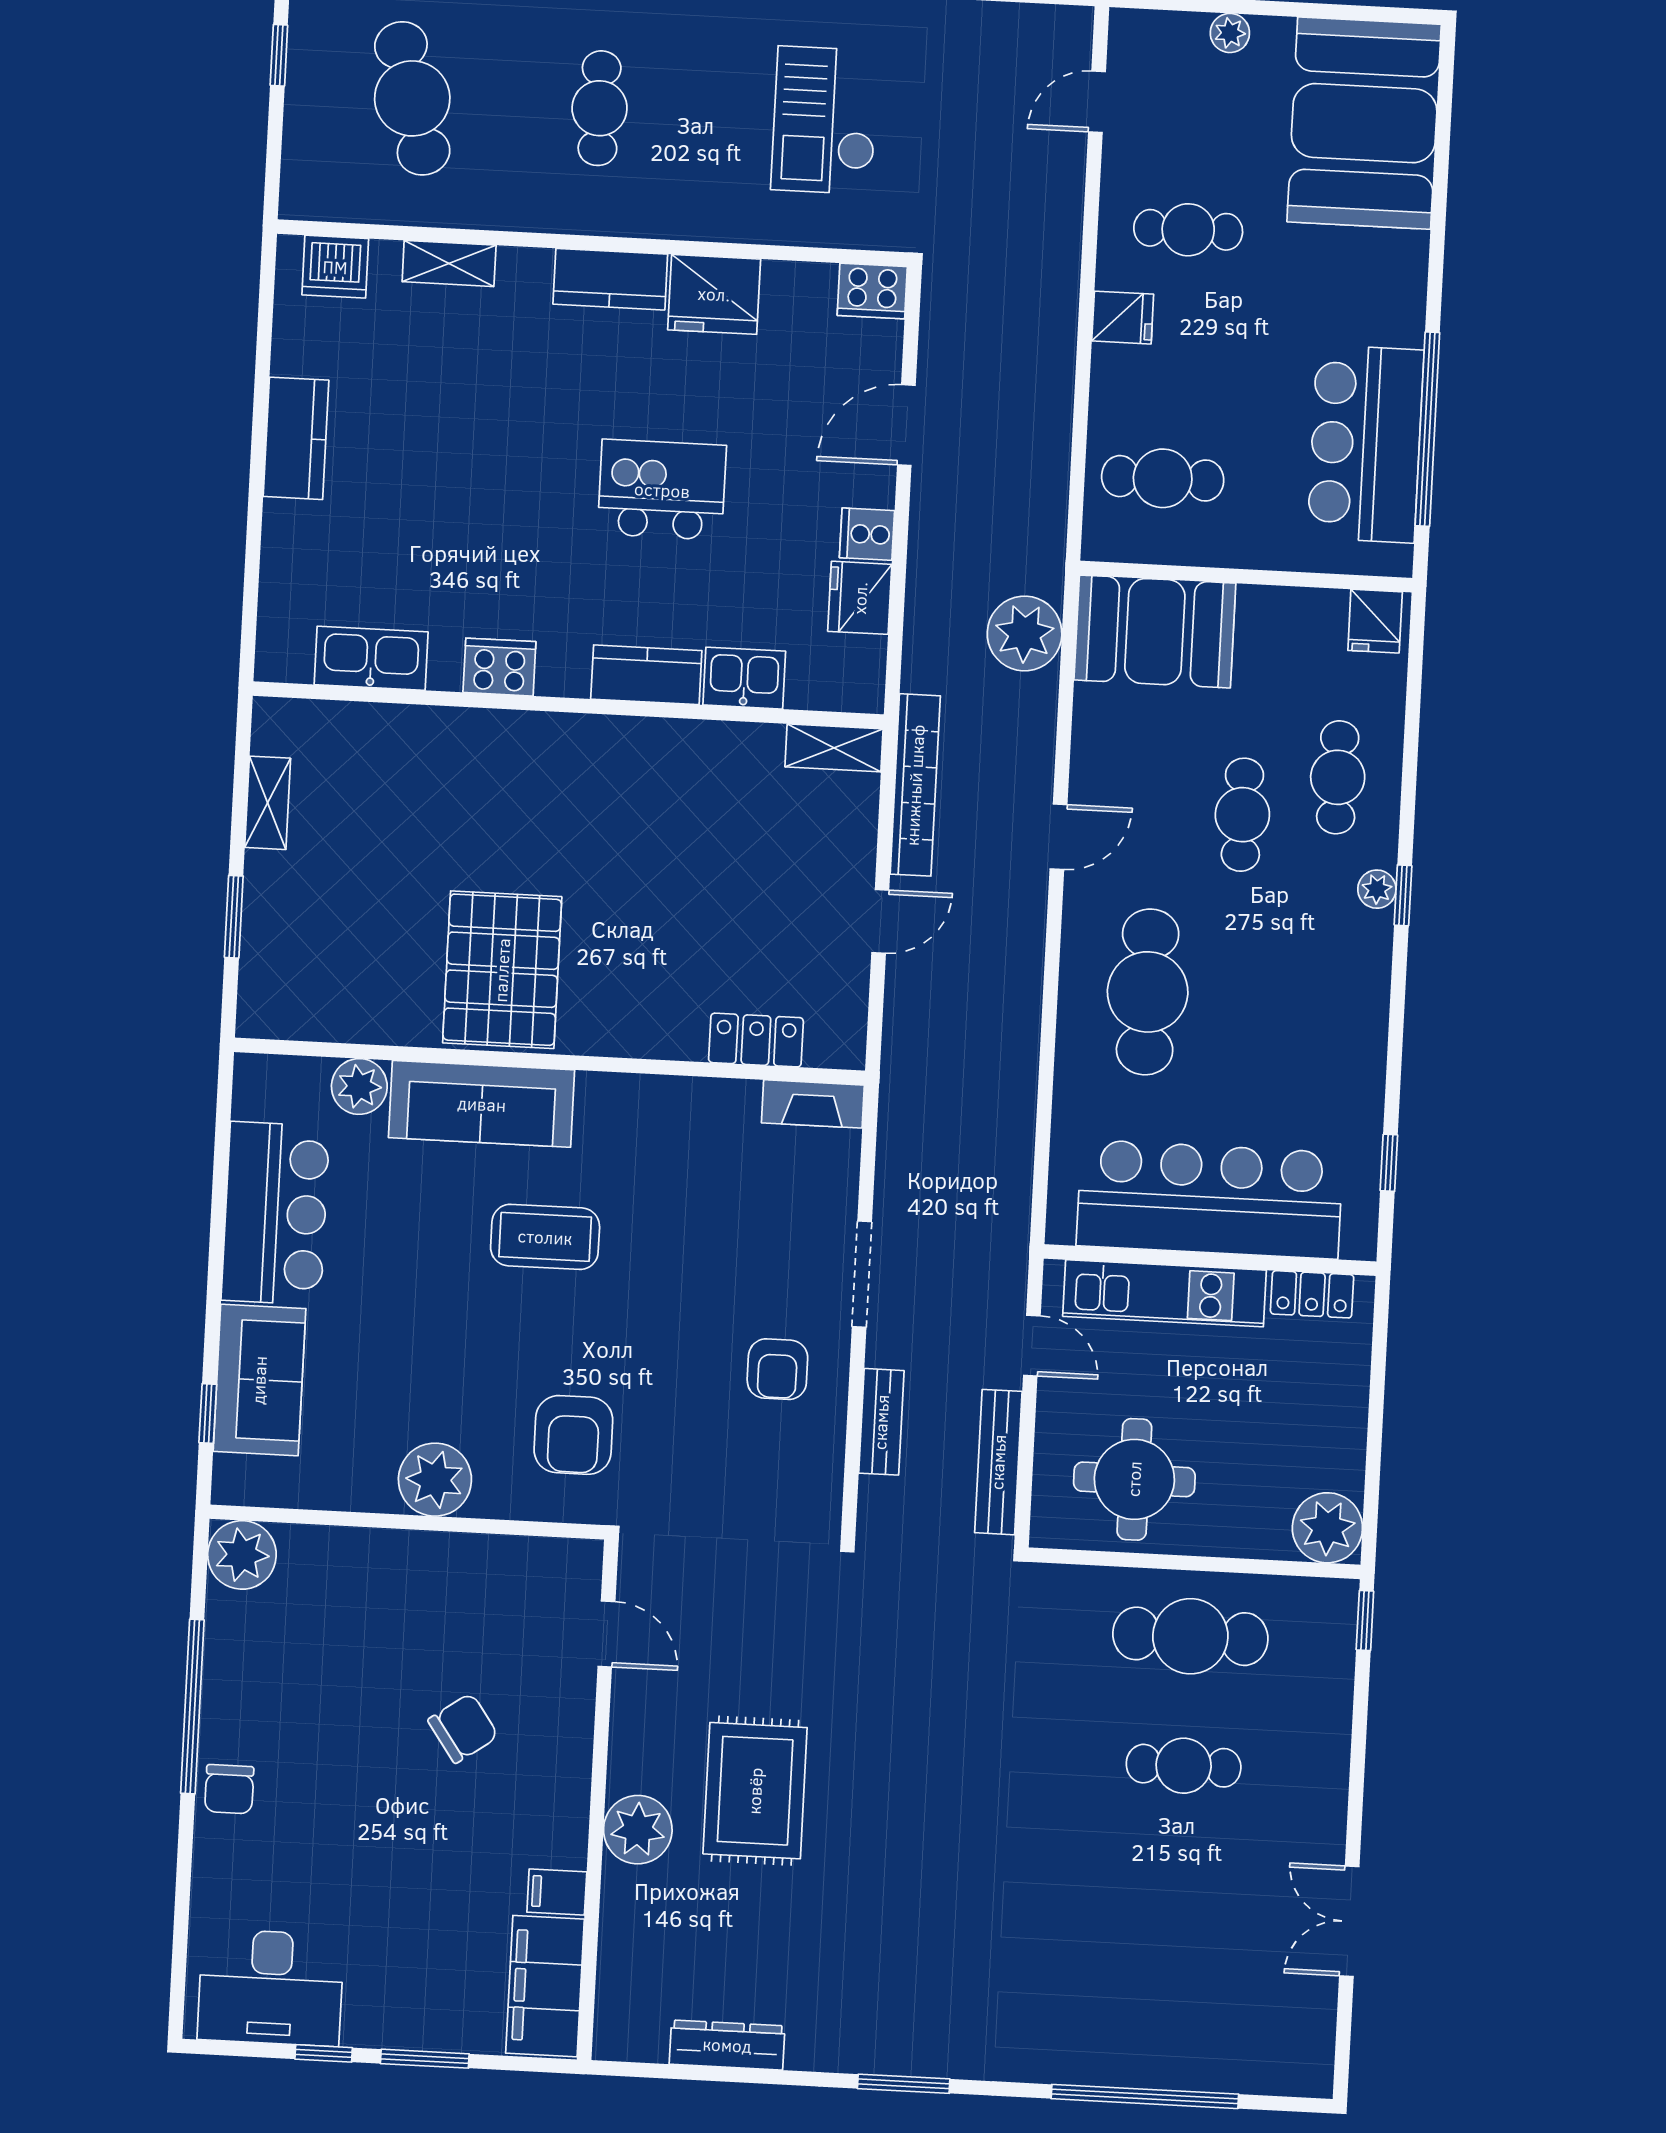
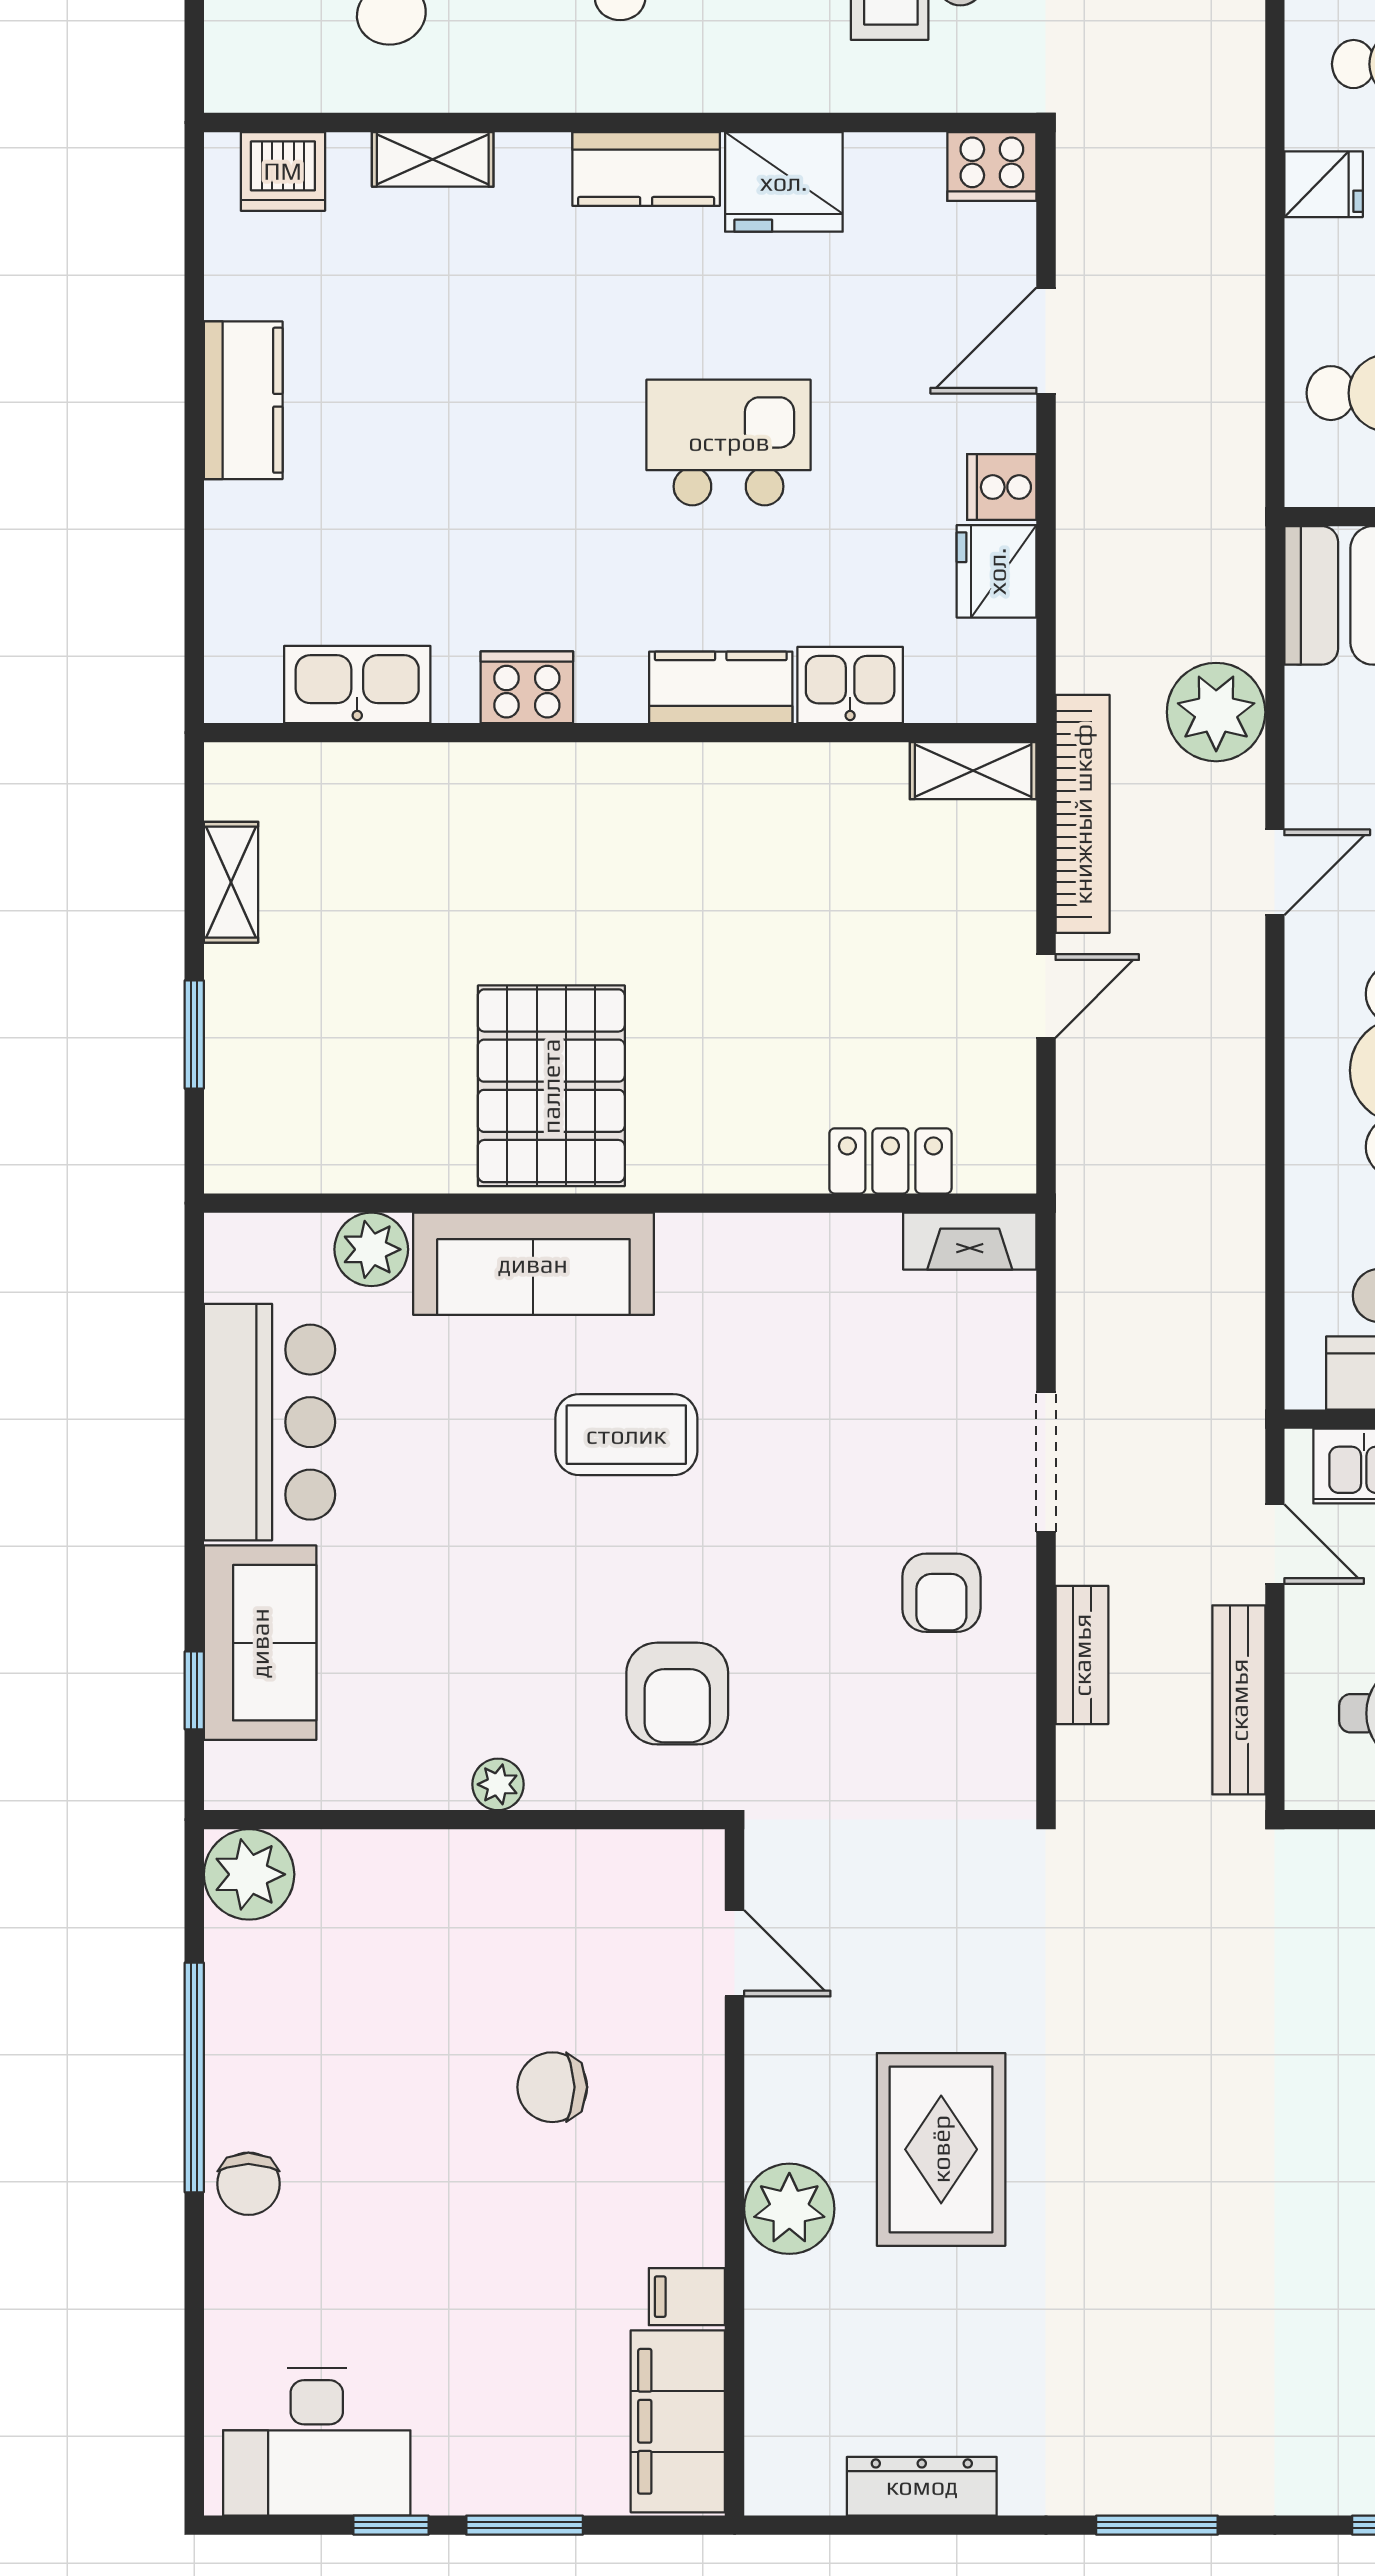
plant: (1025, 633) -> (1216, 712), moved
plant: (435, 1480) -> (498, 1784), width x0.53, depth x0.53
chair: (463, 1728) -> (552, 2087), turned -145

